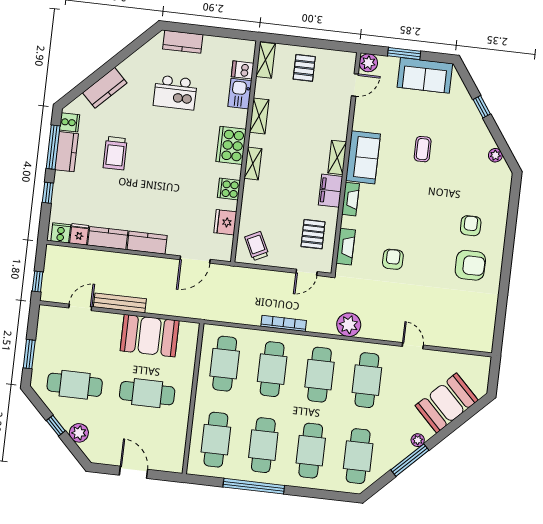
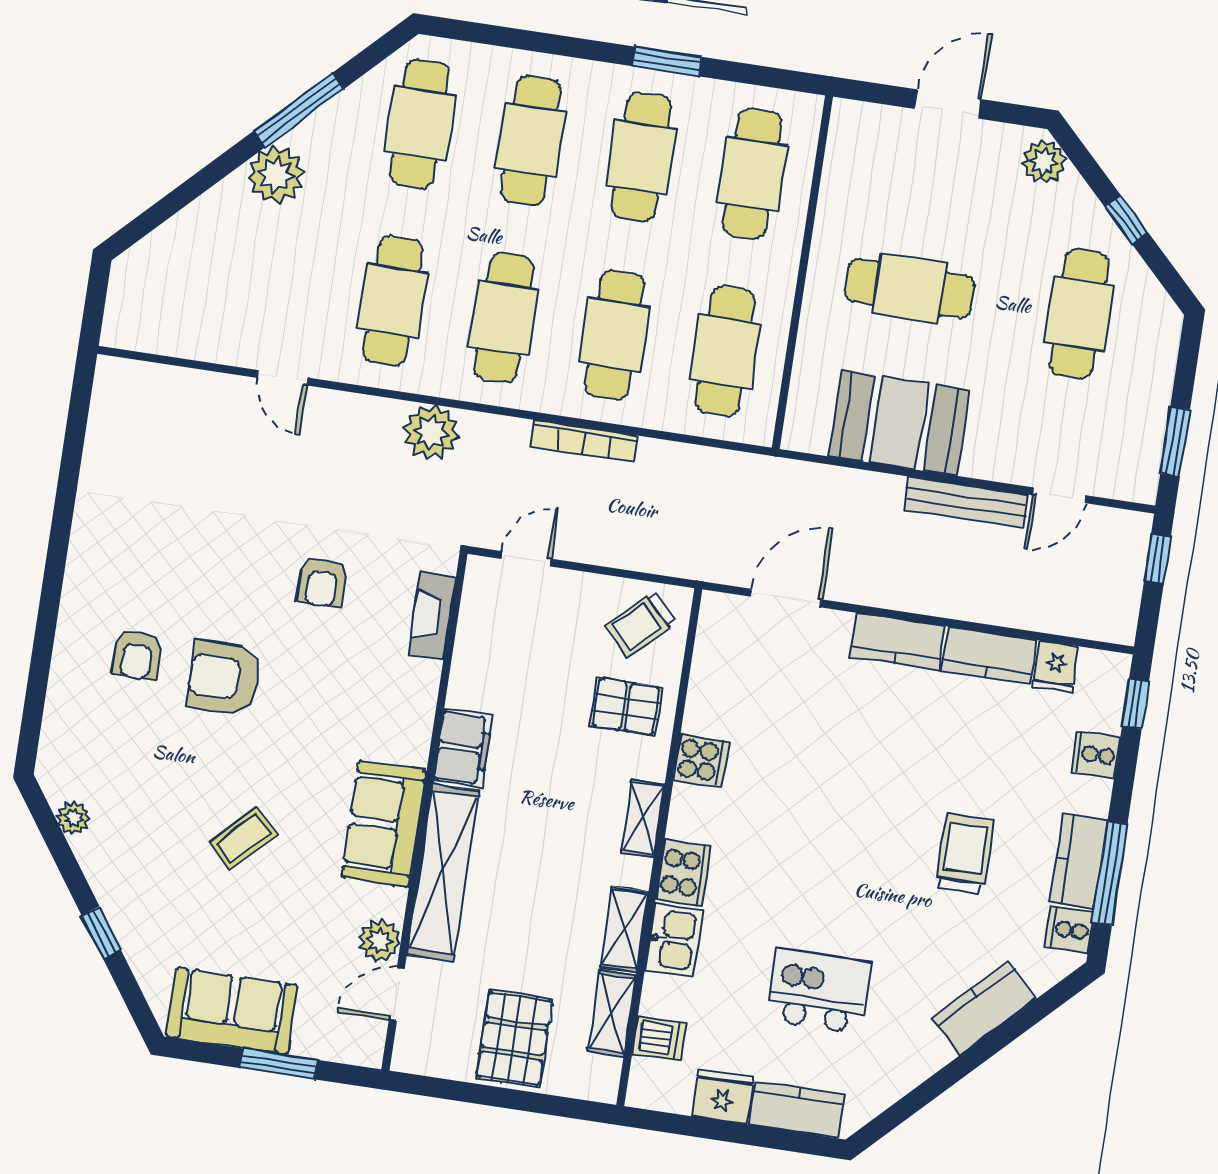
shelving: (266, 60) -> (612, 1013), moved
plant: (368, 63) -> (379, 941), moved
pallet: (304, 68) -> (514, 1038), width x1.50, depth x1.42
kitchen sink: (240, 94) -> (674, 940), moved
cooker: (231, 145) -> (683, 873), width x0.73, depth x0.76
coffee table: (423, 149) -> (243, 838), turned 45
shelving: (337, 157) -> (443, 873), width x2.20, depth x1.33
window: (48, 193) -> (1135, 704), moved
fireplace: (350, 199) -> (417, 727), removed
fridge: (225, 222) -> (723, 1097), moved, turned -90
cooker: (61, 233) -> (1096, 755), moved, turned 90
pallet: (313, 234) -> (626, 707), moved, turned 90
trolley: (257, 246) -> (640, 624), turned 72
armchair: (470, 265) -> (224, 678), moved
window: (29, 354) -> (1175, 442), moved
cafe table: (75, 385) -> (1079, 314), turned 90
booth: (447, 403) -> (208, 241), removed
plant: (79, 433) -> (1044, 162), moved
plant: (418, 440) -> (276, 175), width x1.87, depth x1.87
door: (133, 472) -> (948, 104), swing flipped
window: (254, 486) -> (667, 62), width x0.47

